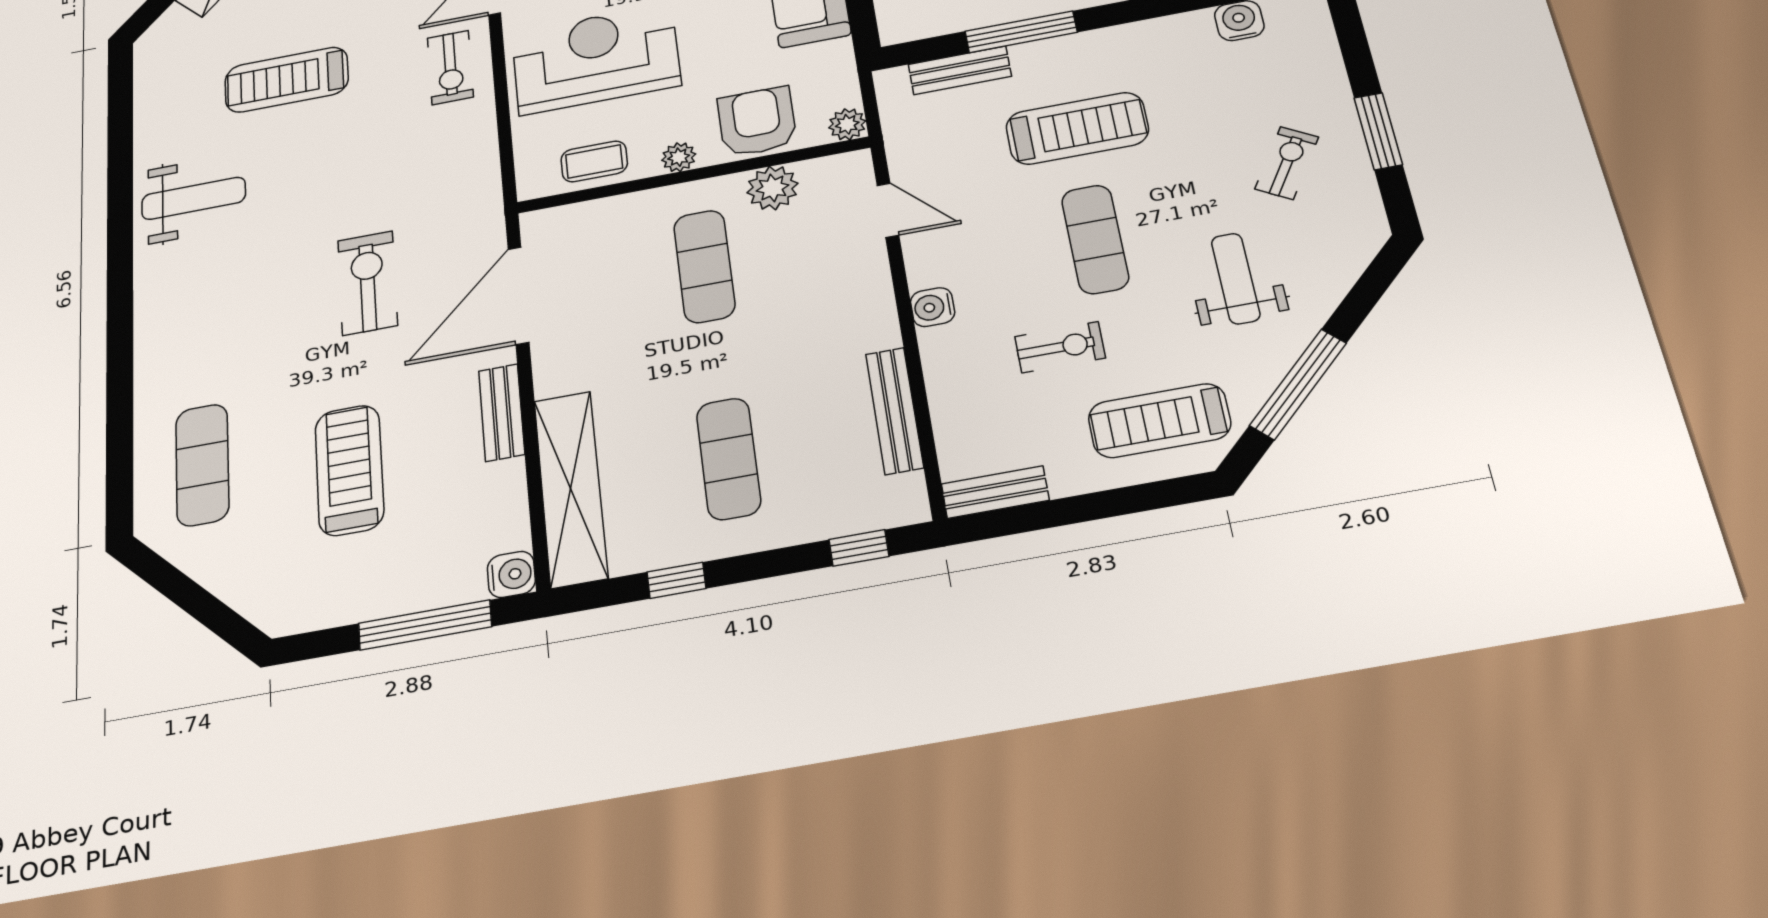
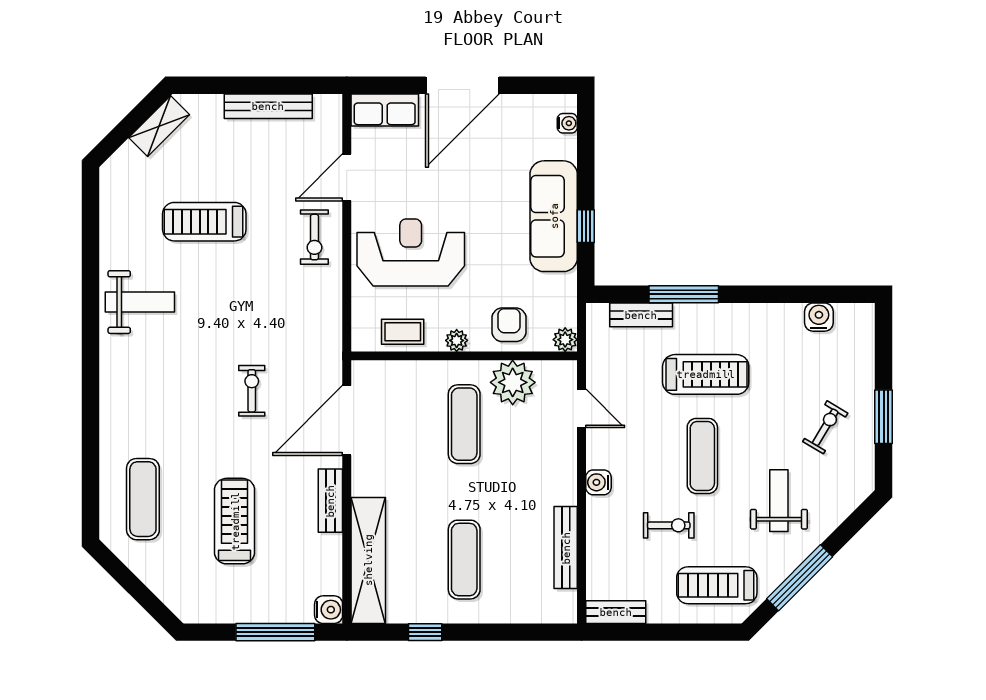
armchair: (757, 122) -> (509, 325), width x0.72, depth x0.72
plant: (772, 188) -> (513, 382), width x1.36, depth x1.36
exercise bike: (368, 283) -> (252, 391), width x0.73, depth x0.72
window: (859, 548) -> (533, 632), removed

